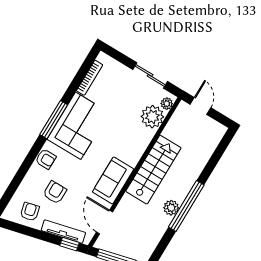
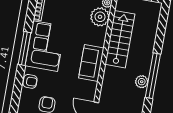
stairs: (153, 170) -> (120, 39), moved
sofa: (113, 181) -> (91, 63), moved

